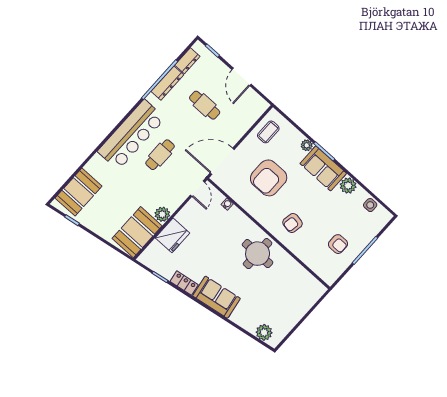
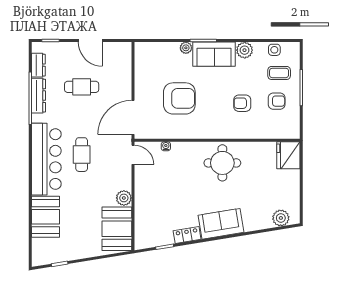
coffee table: (268, 132) -> (279, 73), moved, turned 90
armchair: (269, 178) -> (179, 98), turned -90
booth: (79, 192) -> (46, 217), moved
armchair: (292, 223) -> (242, 103), moved, turned 81
fridge: (172, 235) -> (288, 155), moved, turned 180

